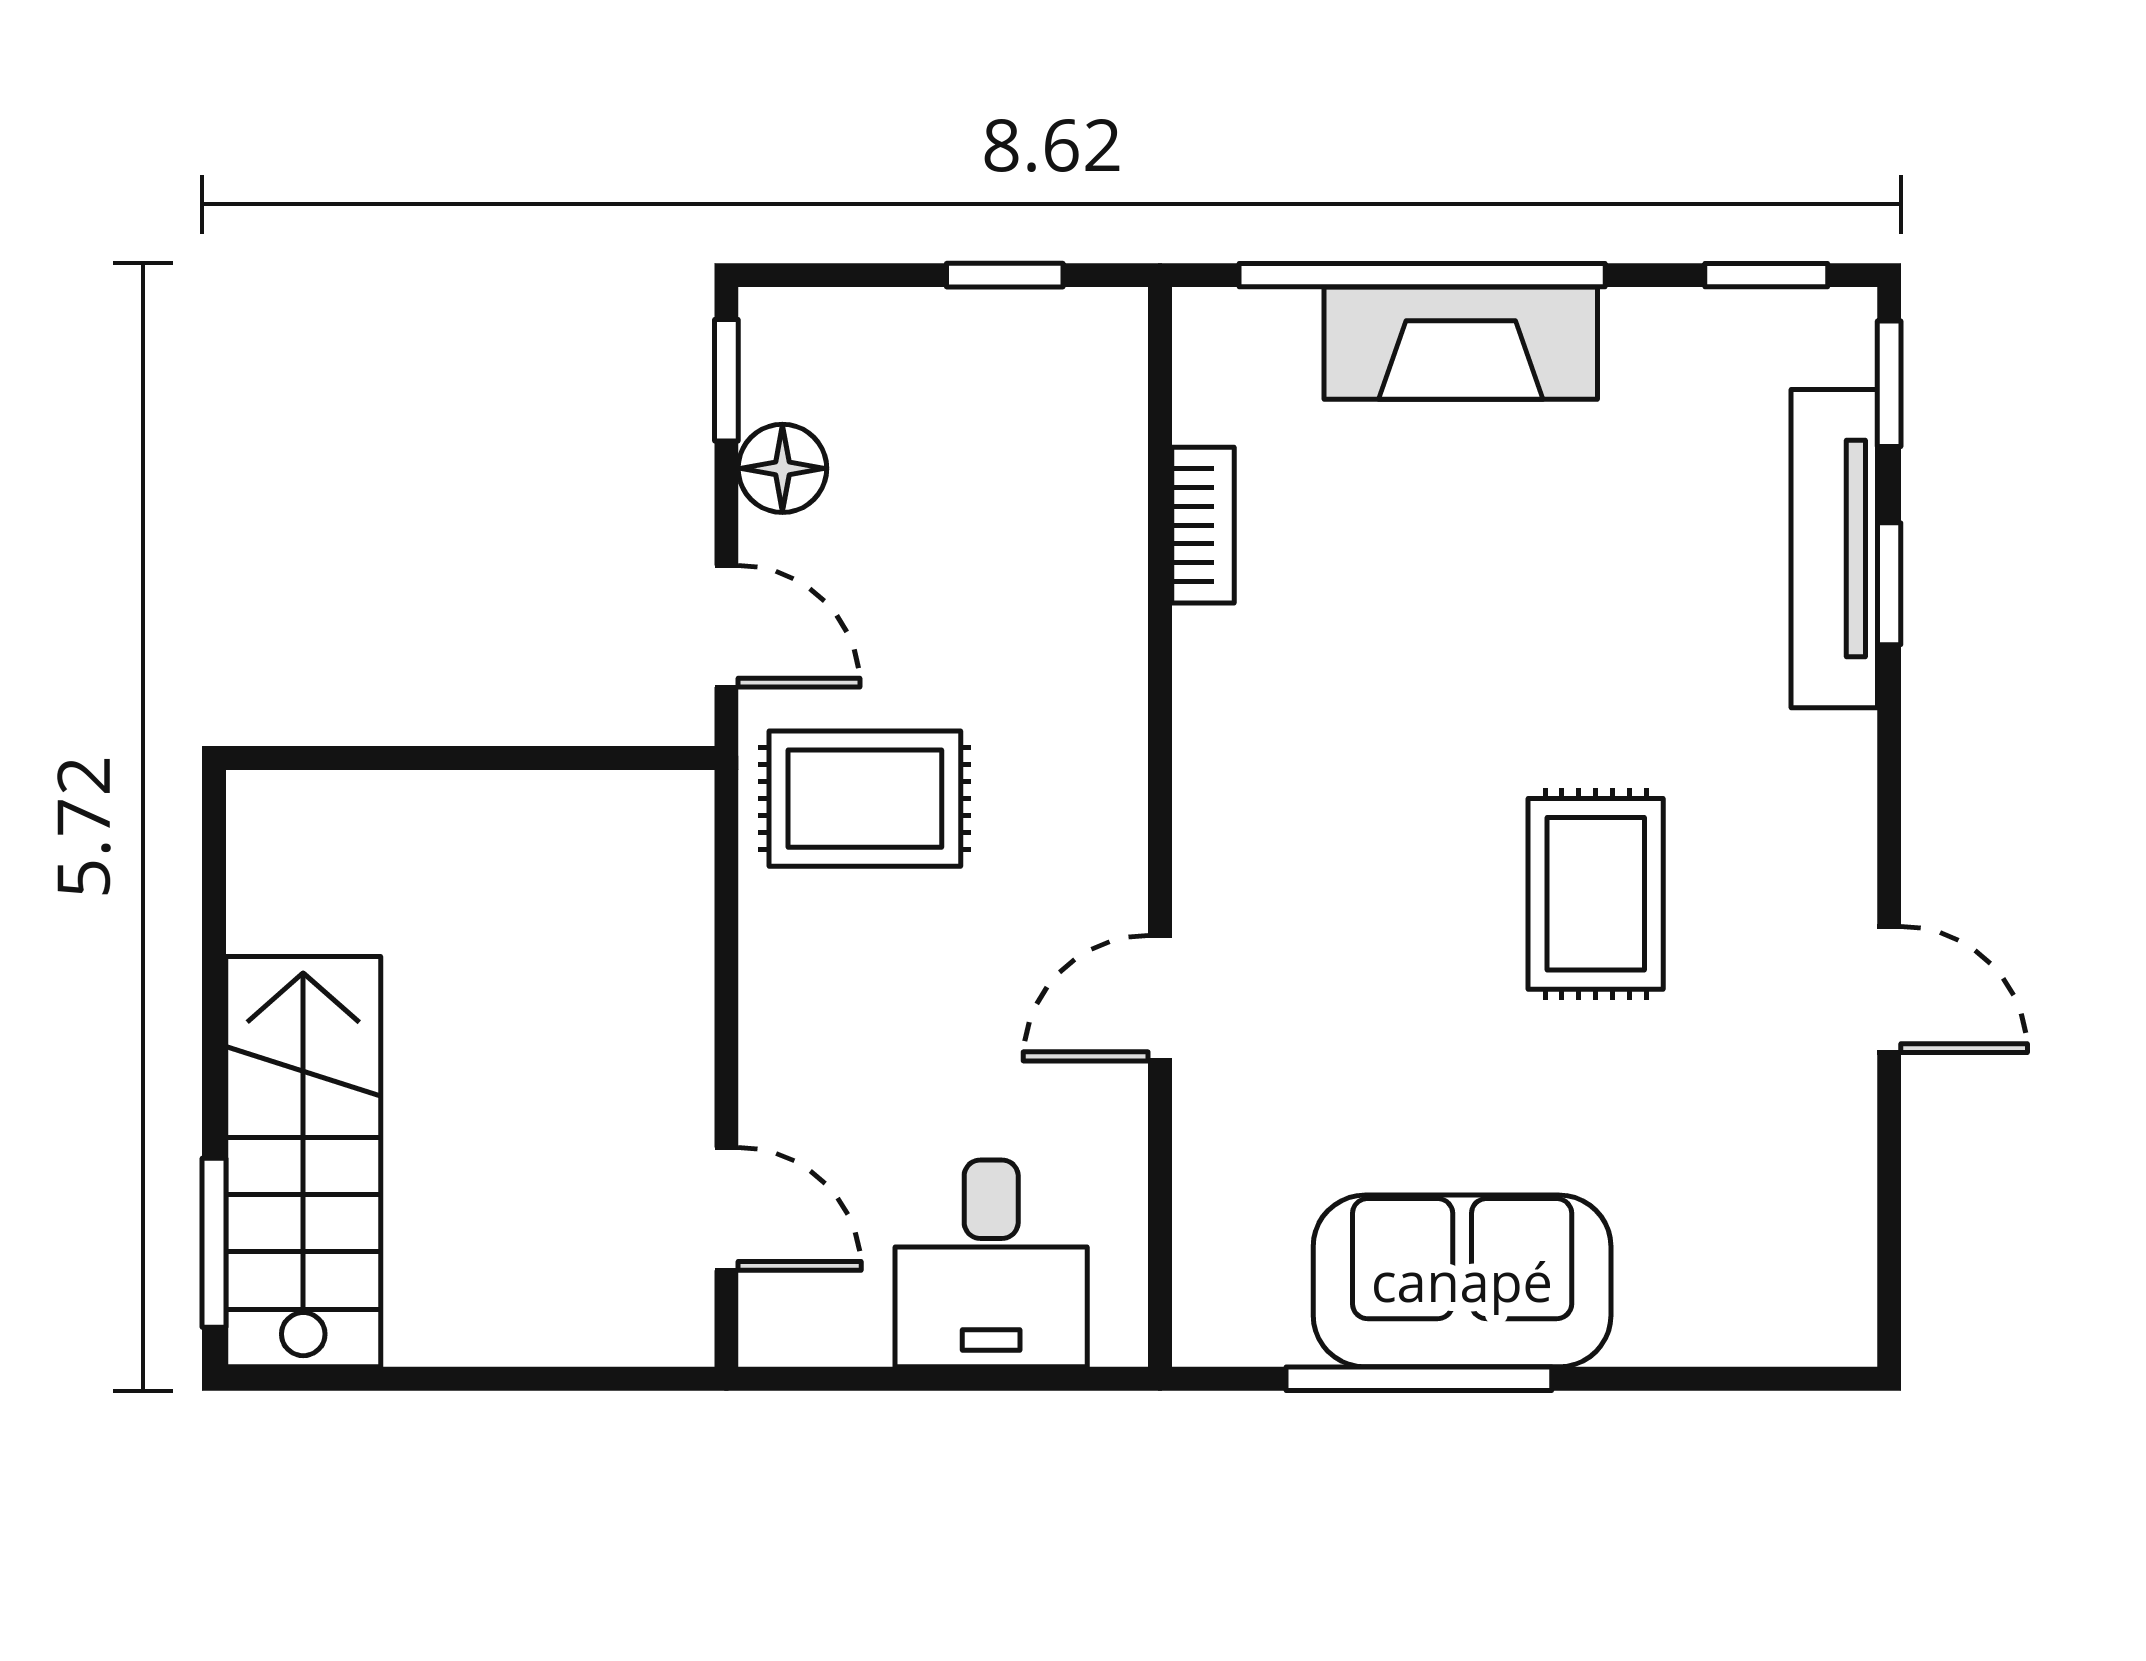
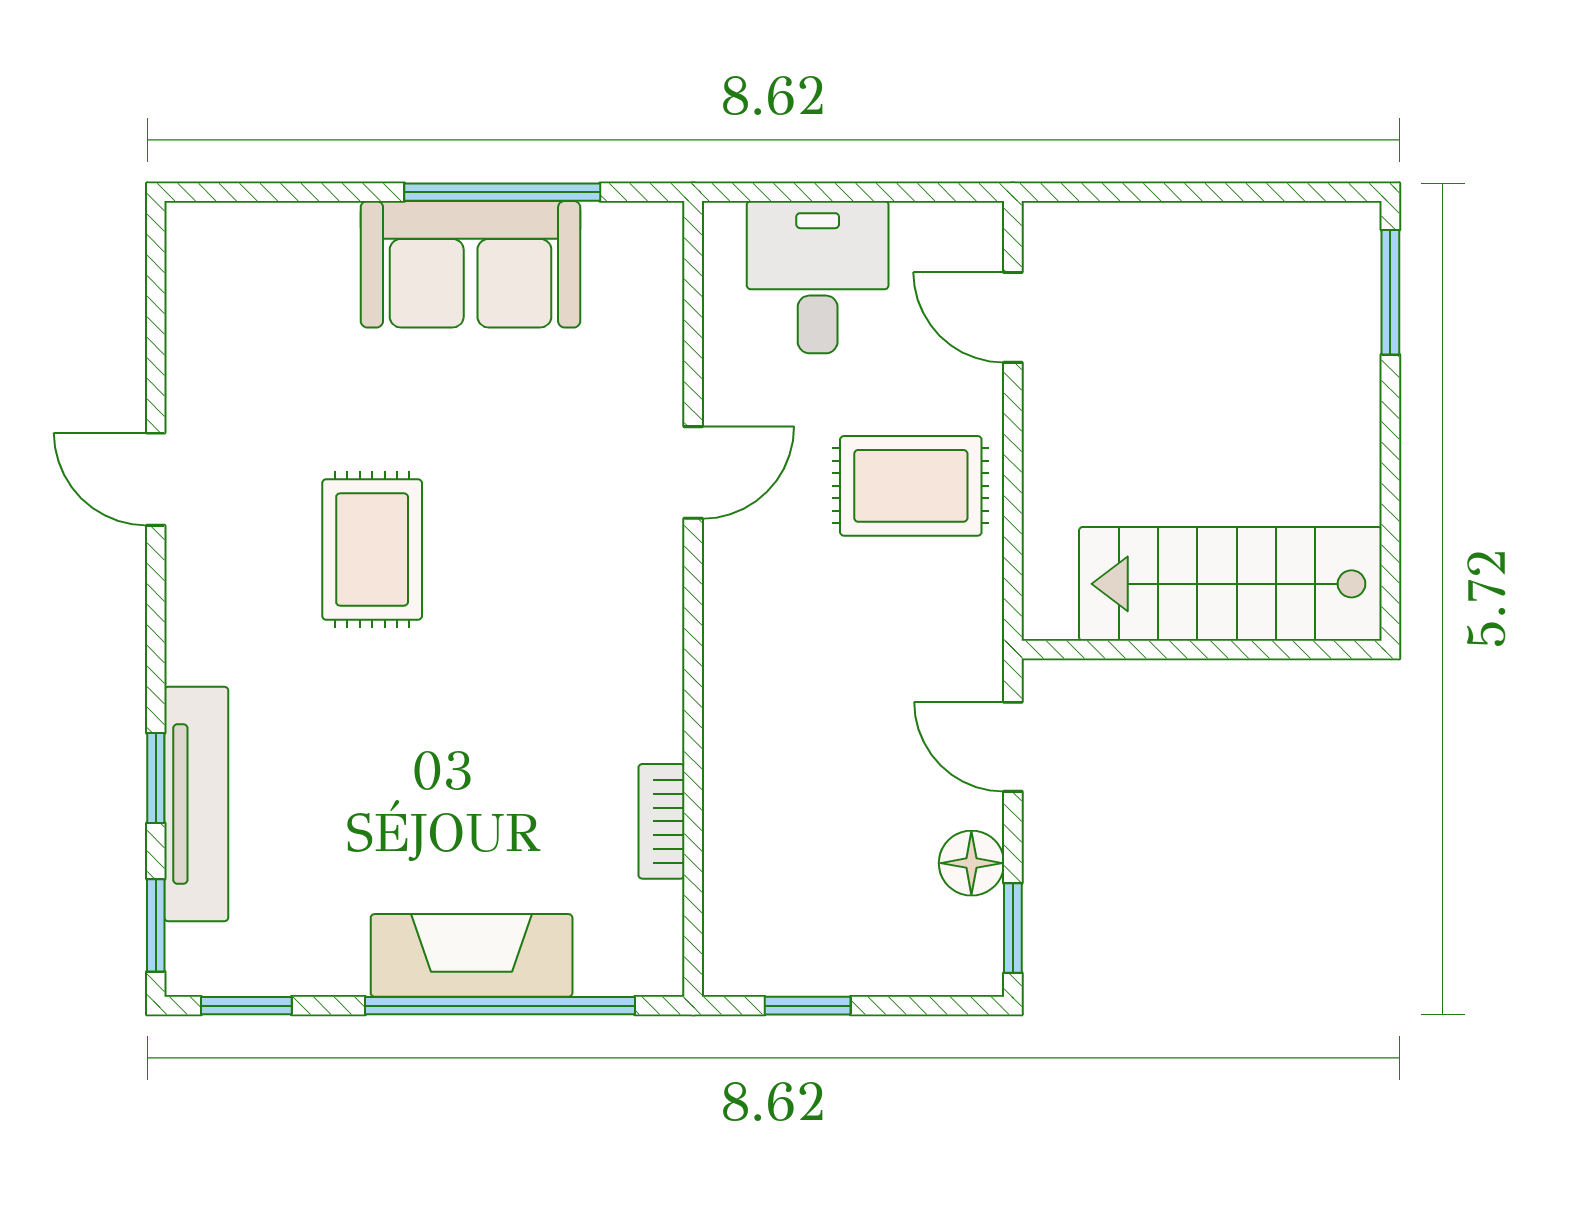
rug: (865, 799) -> (911, 486), moved
stairs: (303, 1162) -> (1230, 584), moved, turned 90

